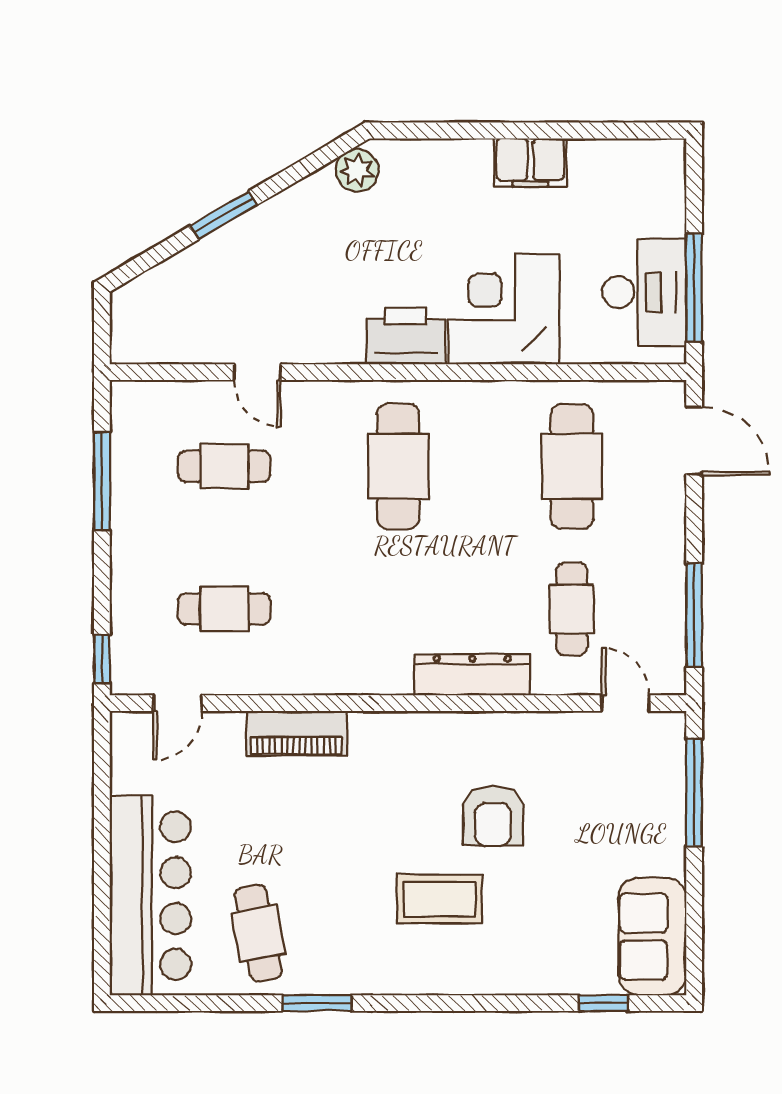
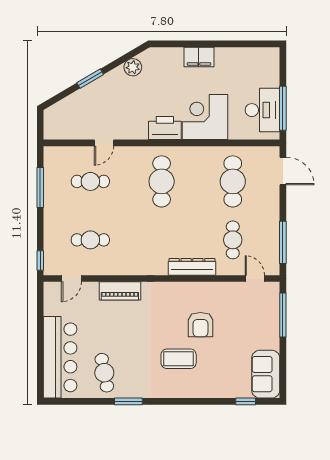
filing cabinet: (530, 163) -> (199, 57), moved
plant: (357, 170) -> (133, 67), moved
door: (257, 372) -> (104, 143), hinge flipped

